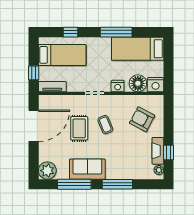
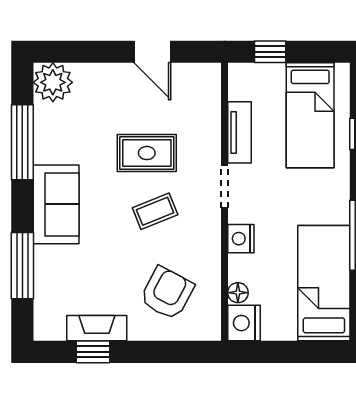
floor lamp: (138, 83) -> (238, 293), width x0.53, depth x0.53
tv unit: (52, 87) -> (239, 132), moved
door: (34, 126) -> (152, 52), width x0.53
sofa: (87, 169) -> (56, 204), moved
plant: (159, 170) -> (54, 330), removed
window: (117, 184) -> (22, 266), moved

